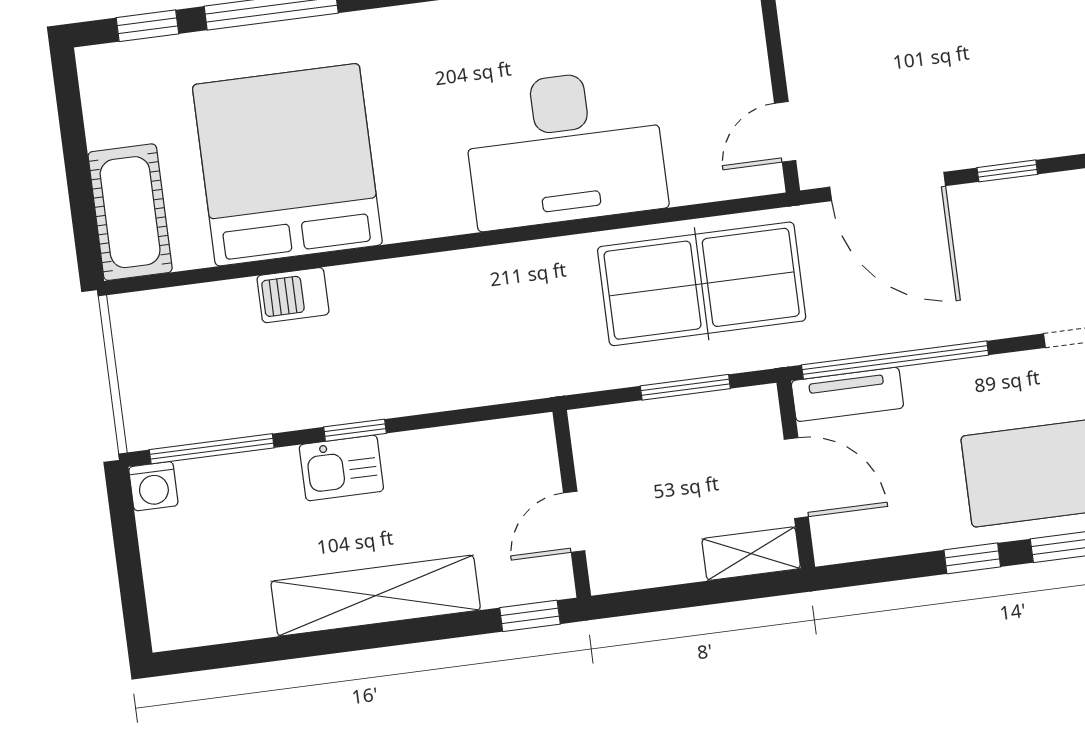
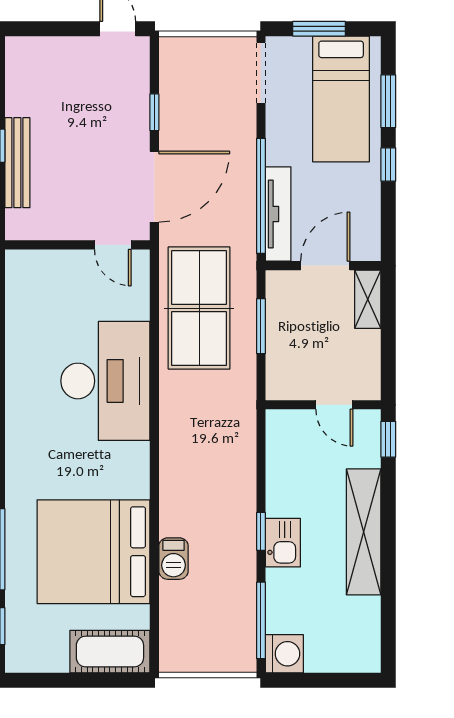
tv unit: (847, 394) -> (278, 214), width x1.41
washing machine: (153, 486) -> (284, 654), width x1.38, depth x1.38

